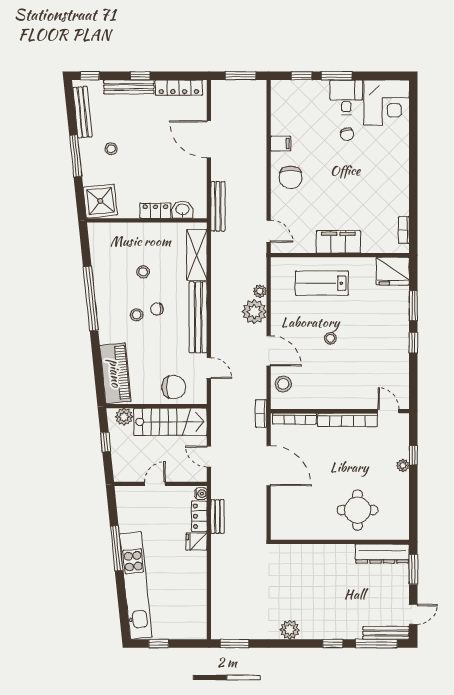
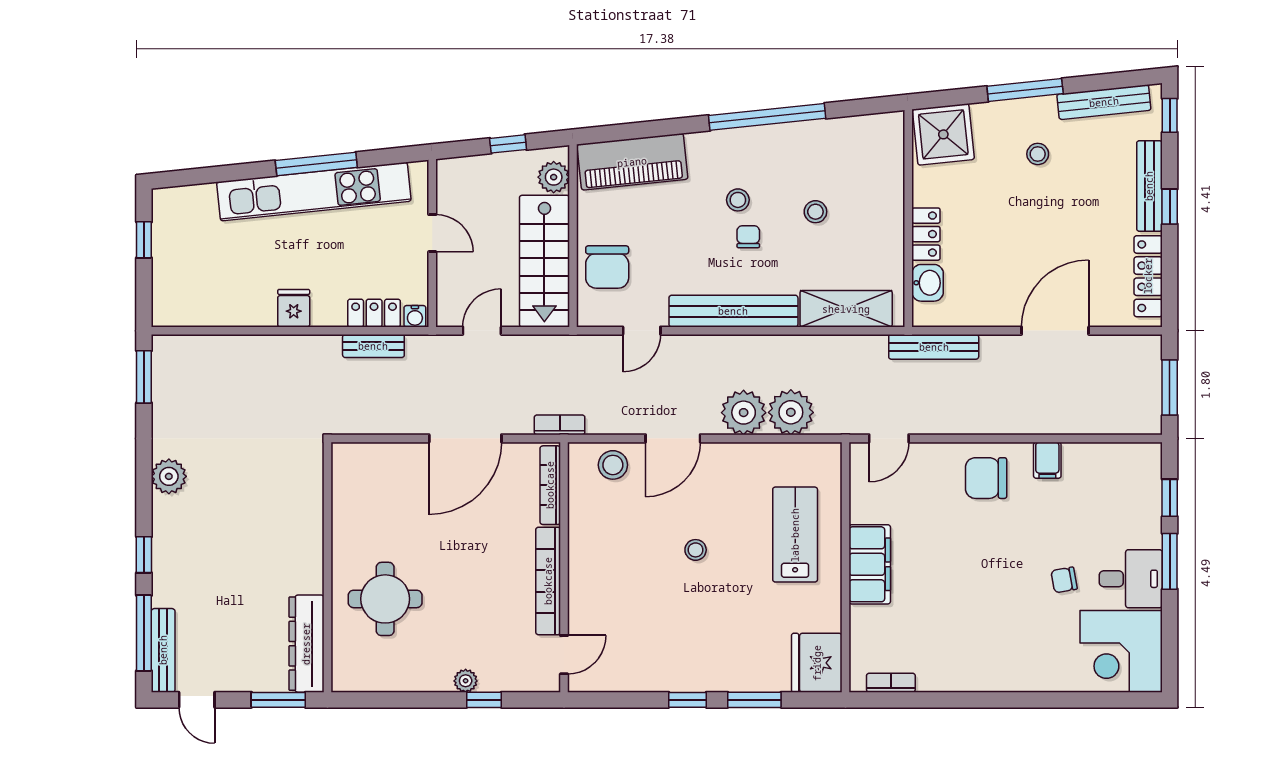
plant: (260, 291) -> (791, 412), width x1.88, depth x1.88
fridge: (197, 542) -> (294, 308), moved
kitchen unit: (136, 585) -> (314, 192), moved

